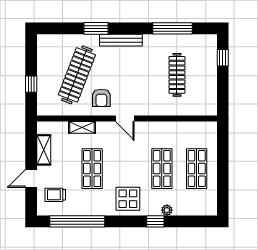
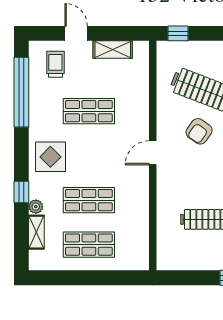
window: (31, 84) -> (178, 33), moved
armchair: (101, 98) -> (199, 131), moved, turned -55
shelving: (82, 127) -> (36, 232), moved

